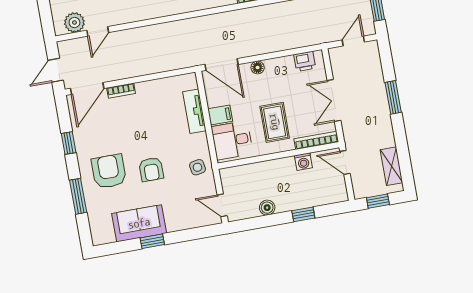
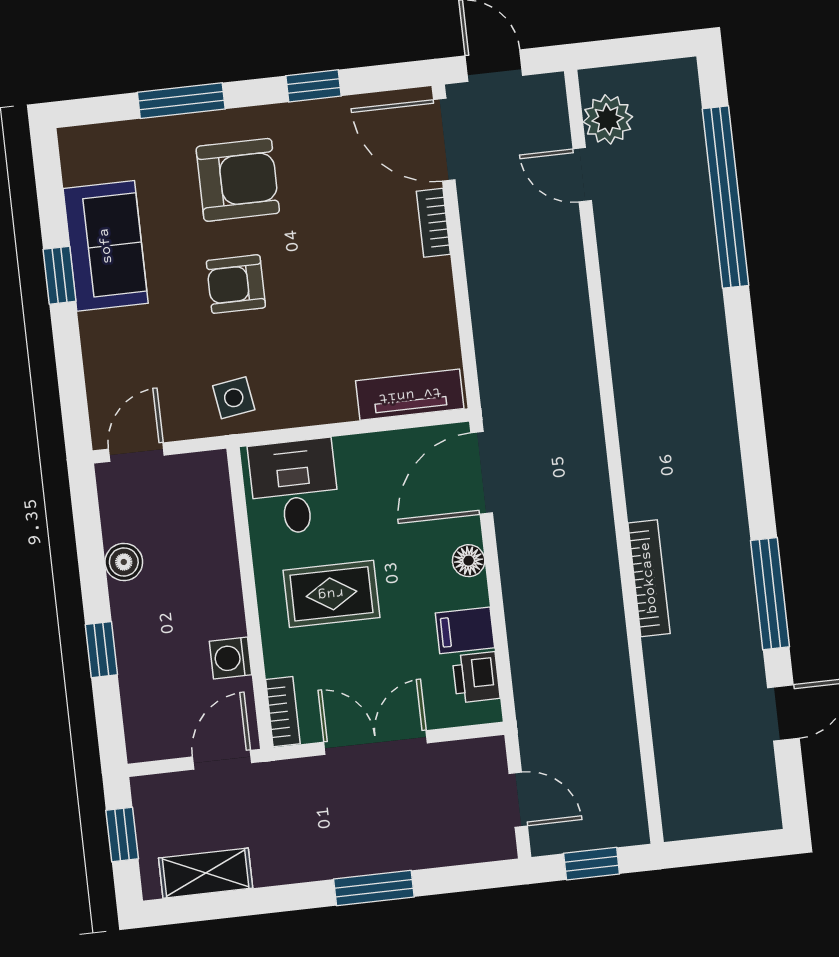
tv unit: (194, 111) -> (410, 395), moved
filing cabinet: (220, 115) -> (465, 630), moved, turned 90
bookcase: (316, 140) -> (283, 712), width x0.64

